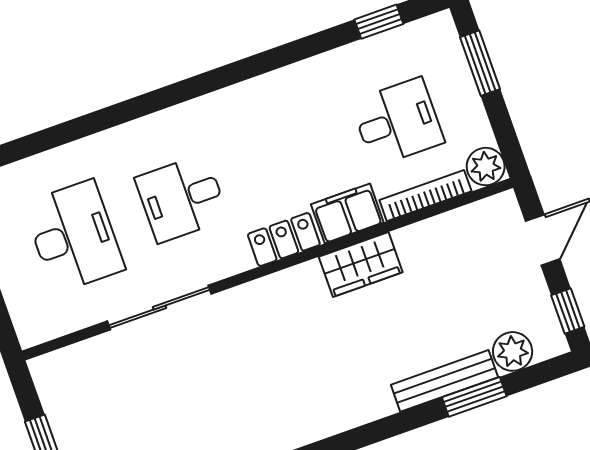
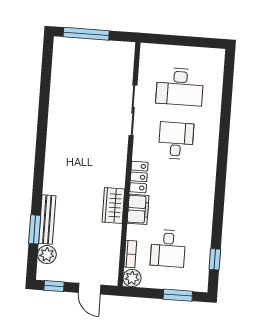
bookcase: (425, 196) -> (130, 254), width x0.64

